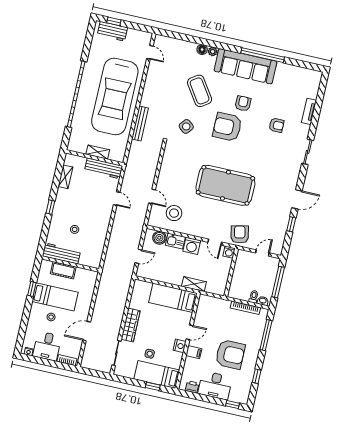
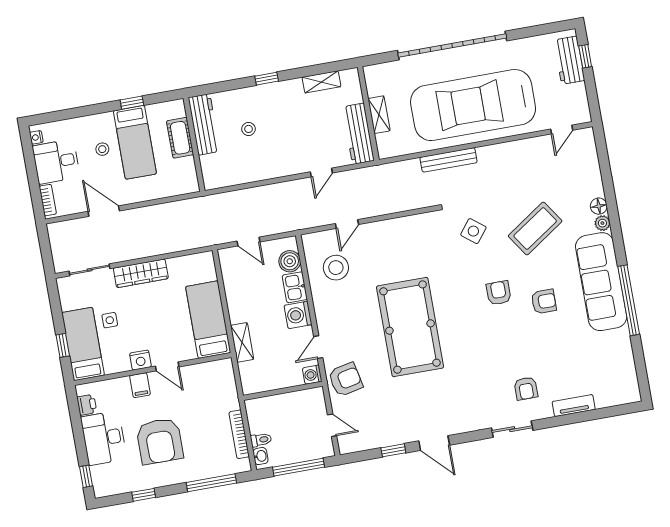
armchair: (276, 125) -> (526, 388), moved
armchair: (227, 127) -> (499, 293), width x0.53, depth x0.53

